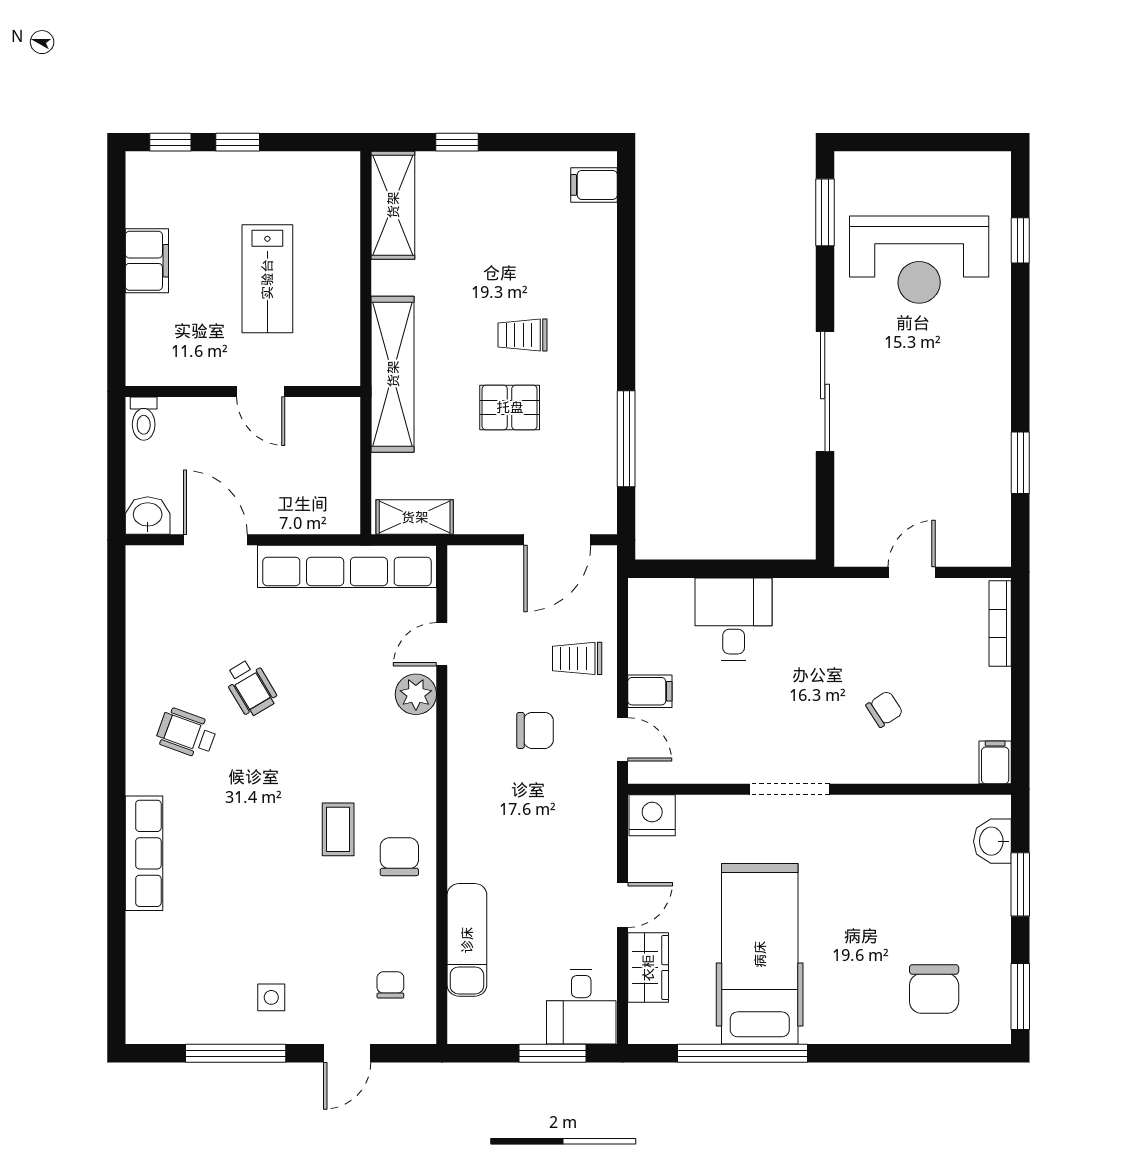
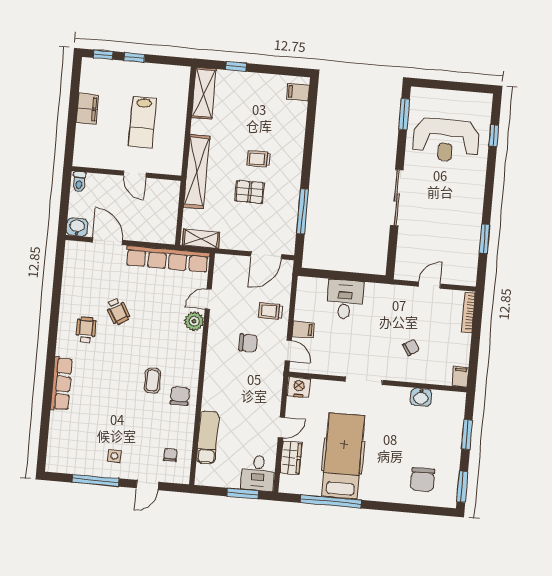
wheelchair: (186, 733) -> (86, 330), turned 70
washbasin: (992, 841) -> (421, 397), moved, turned -90

